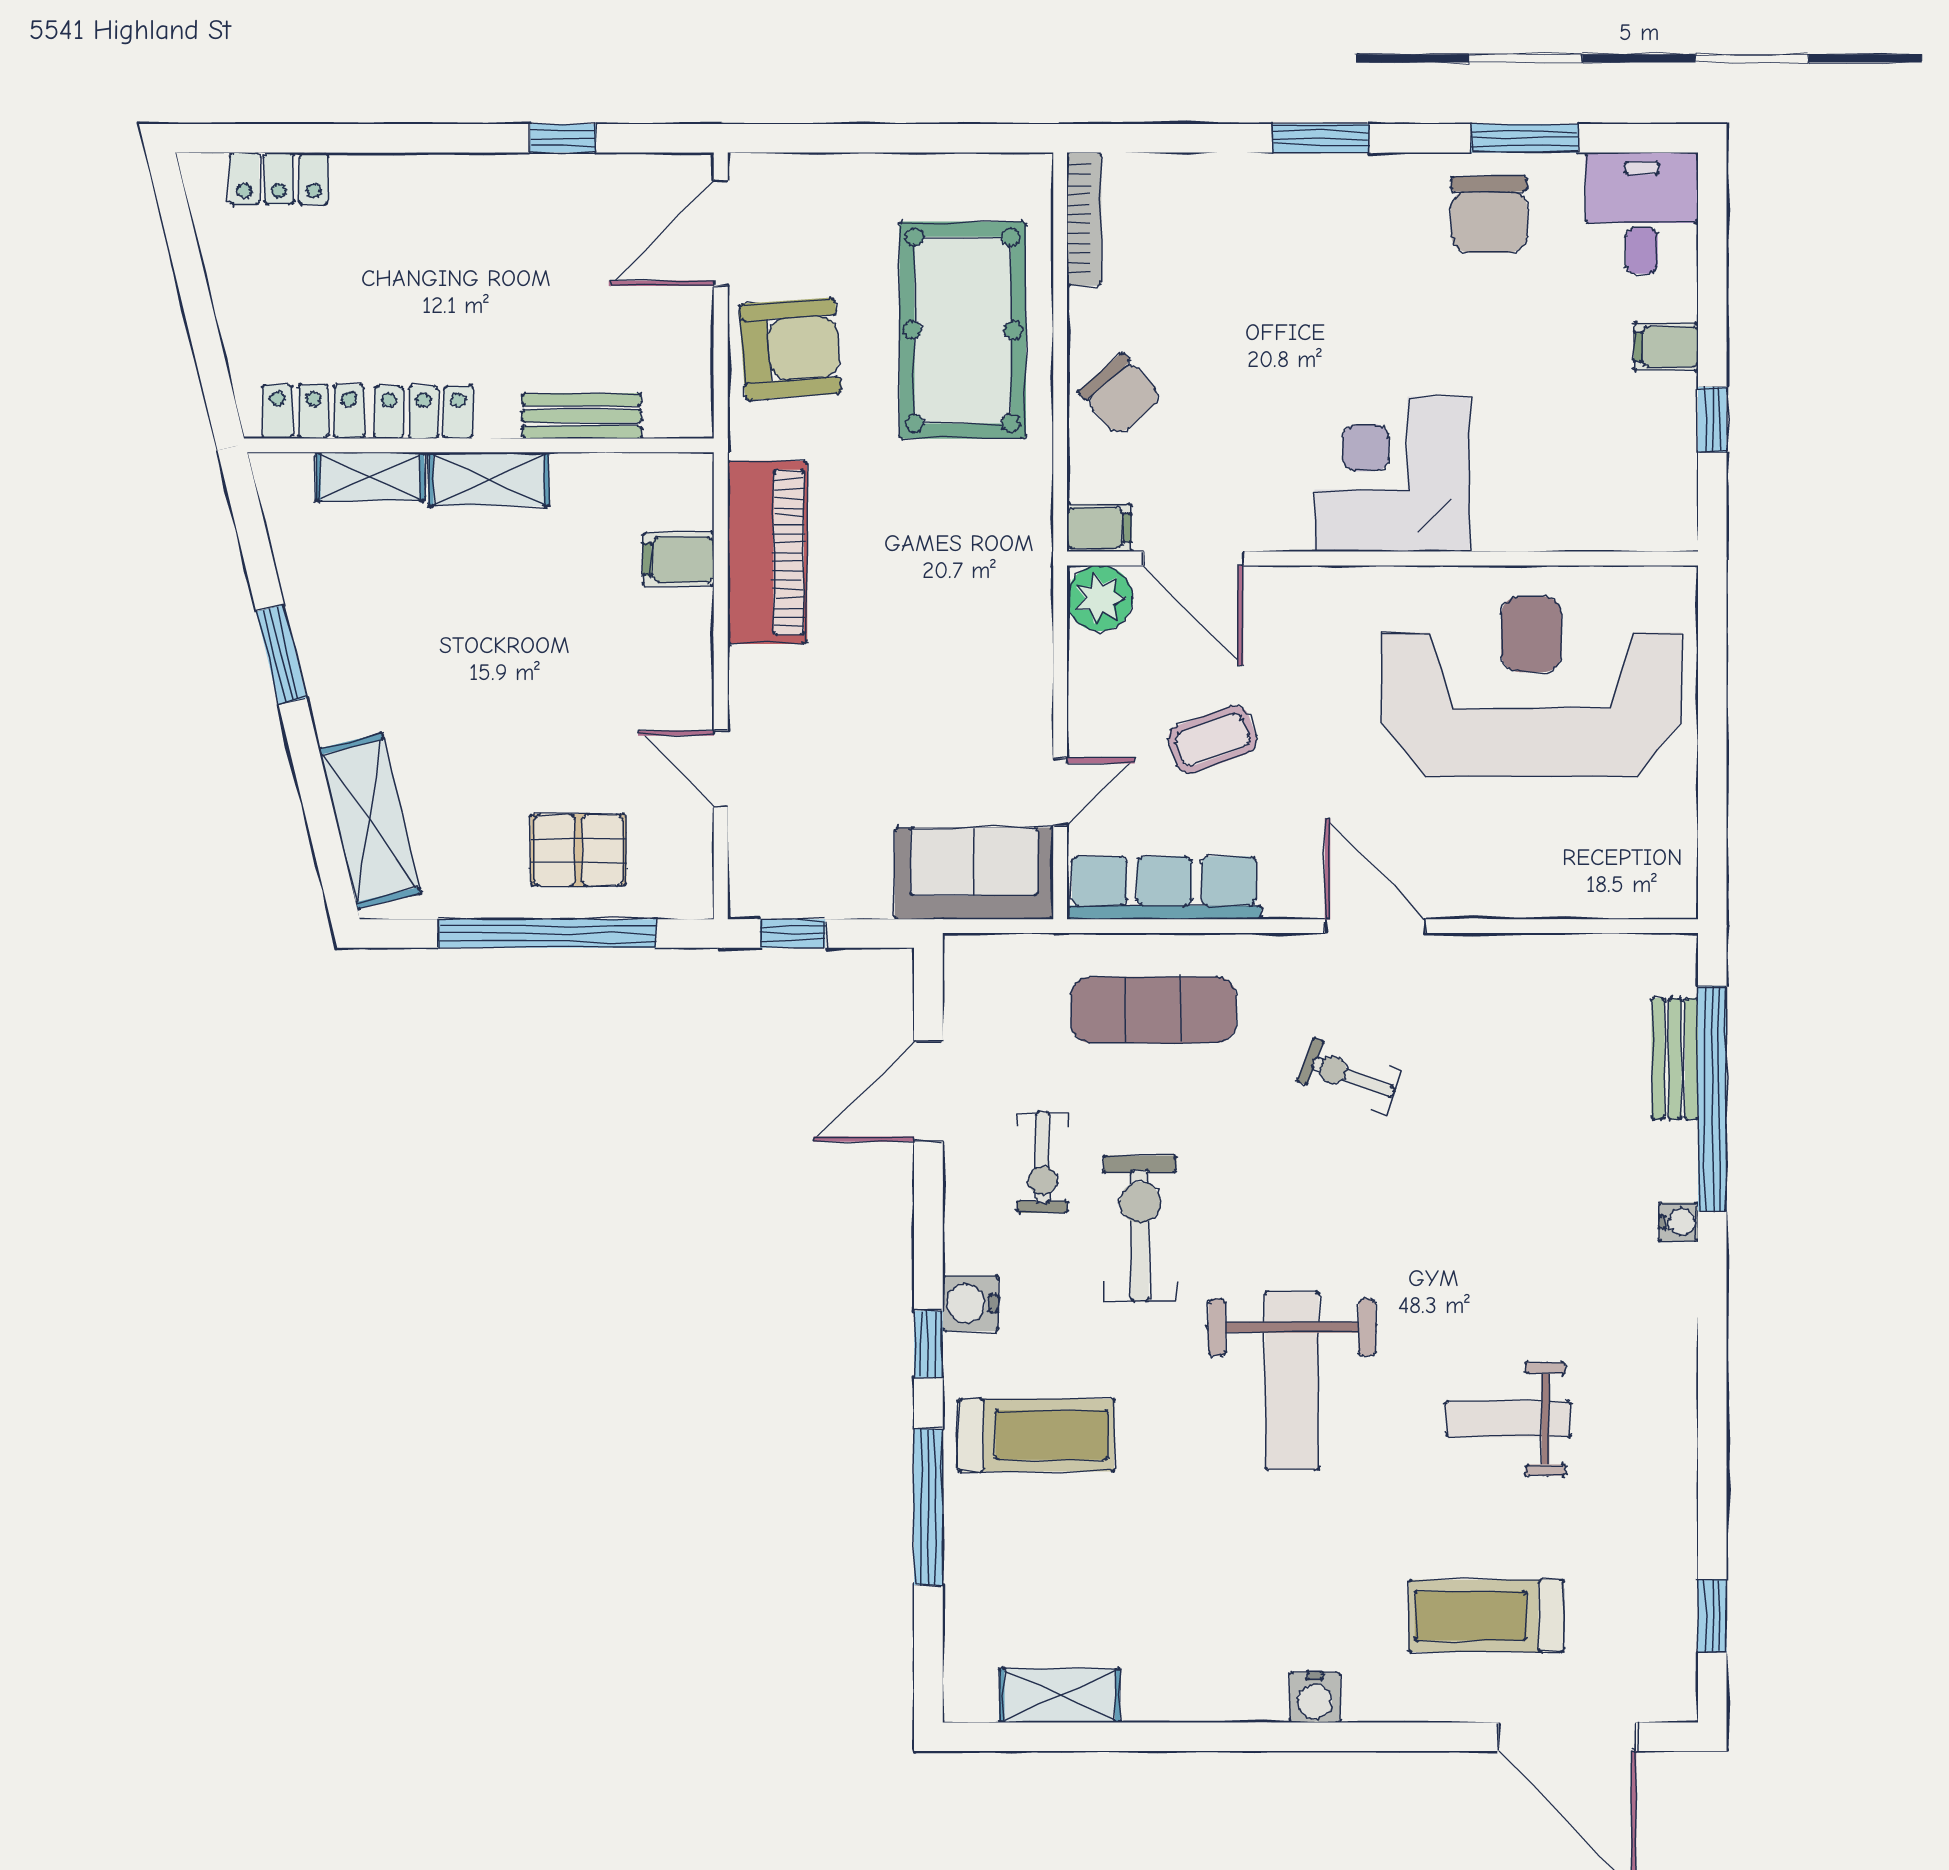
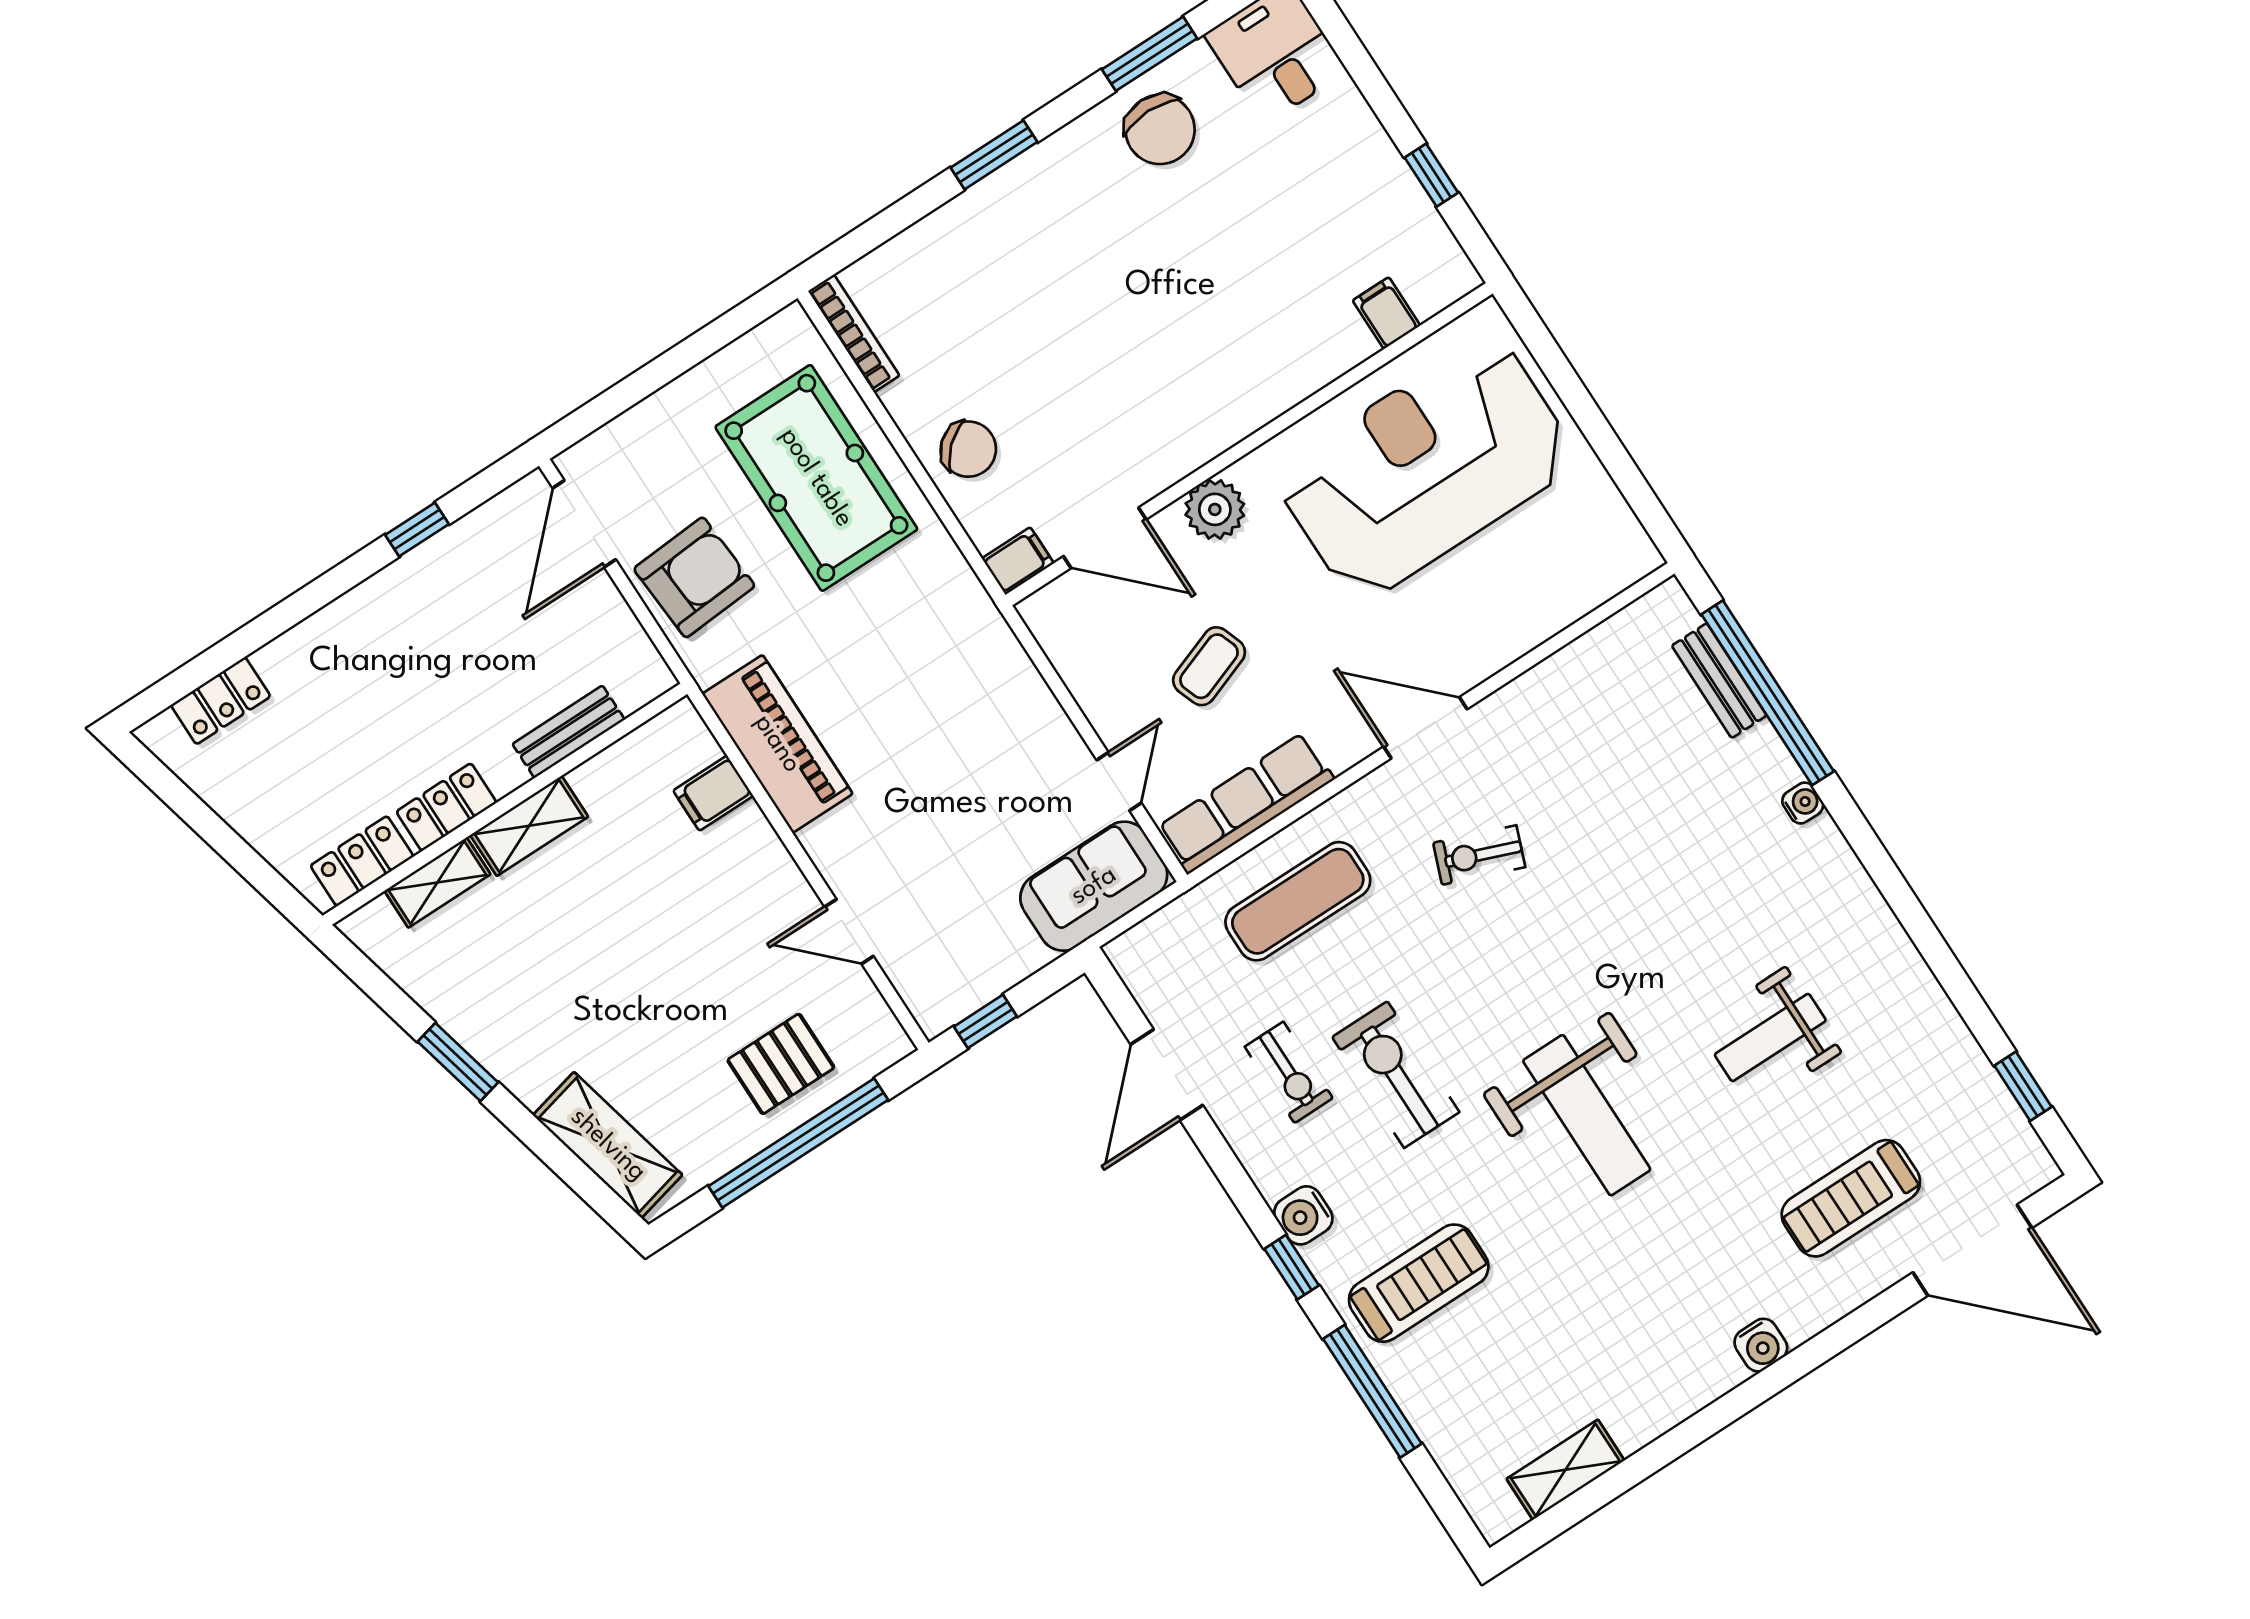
filing cabinet: (1666, 347) -> (1386, 313), moved, turned 90
corner desk: (1392, 474) -> (1215, 375), removed
plant: (1100, 598) -> (1215, 509), moved

